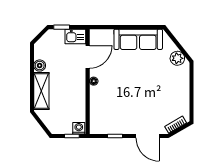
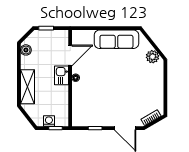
kitchen sink: (75, 36) -> (61, 75), moved, turned 90
boiler: (40, 66) -> (26, 50), moved
washing machine: (79, 128) -> (49, 121), moved

